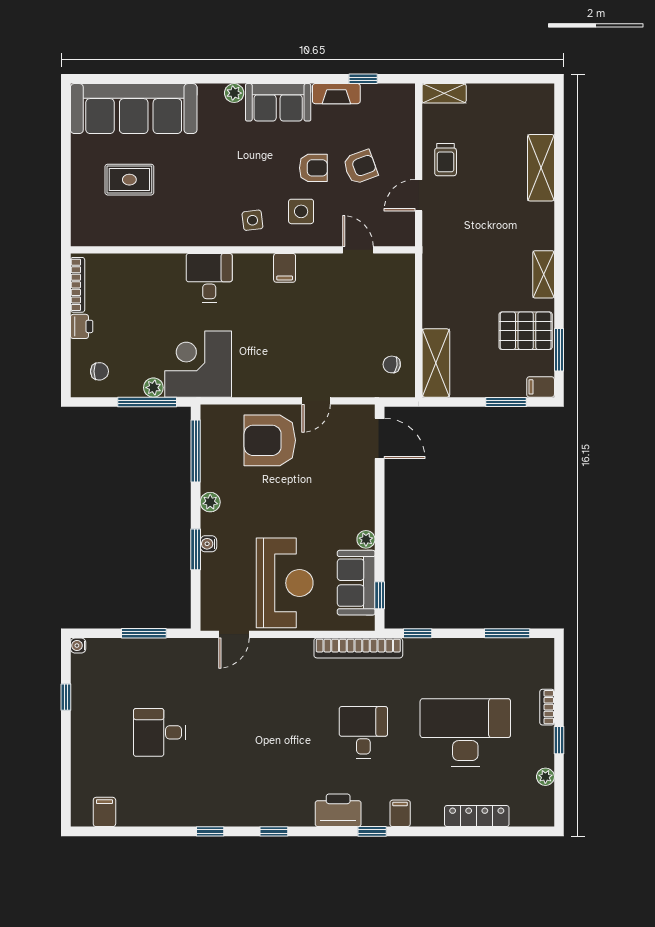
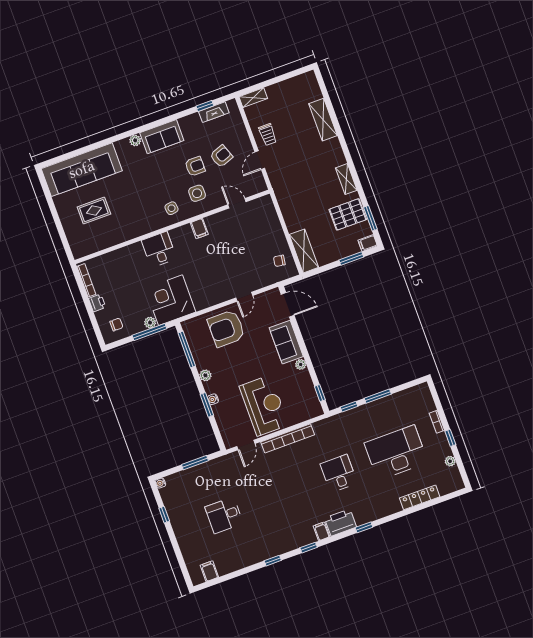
fireplace: (336, 94) -> (214, 112), moved
sofa: (356, 583) -> (286, 342), moved
window: (507, 633) -> (378, 396), moved
bookcase: (358, 648) -> (288, 438), moved
filing cabinet: (400, 813) -> (322, 531), moved

